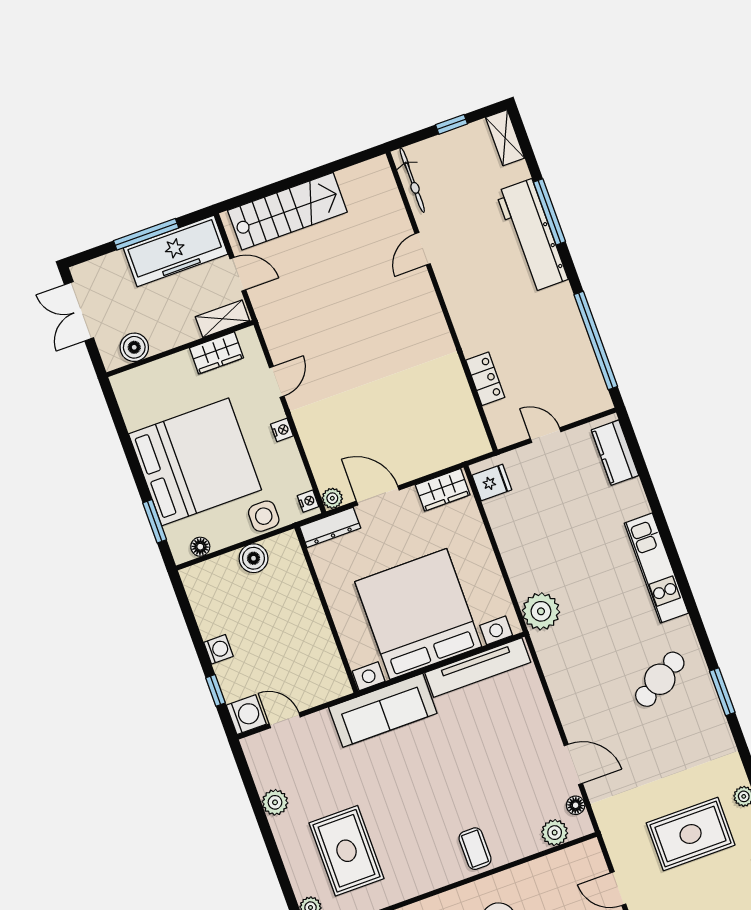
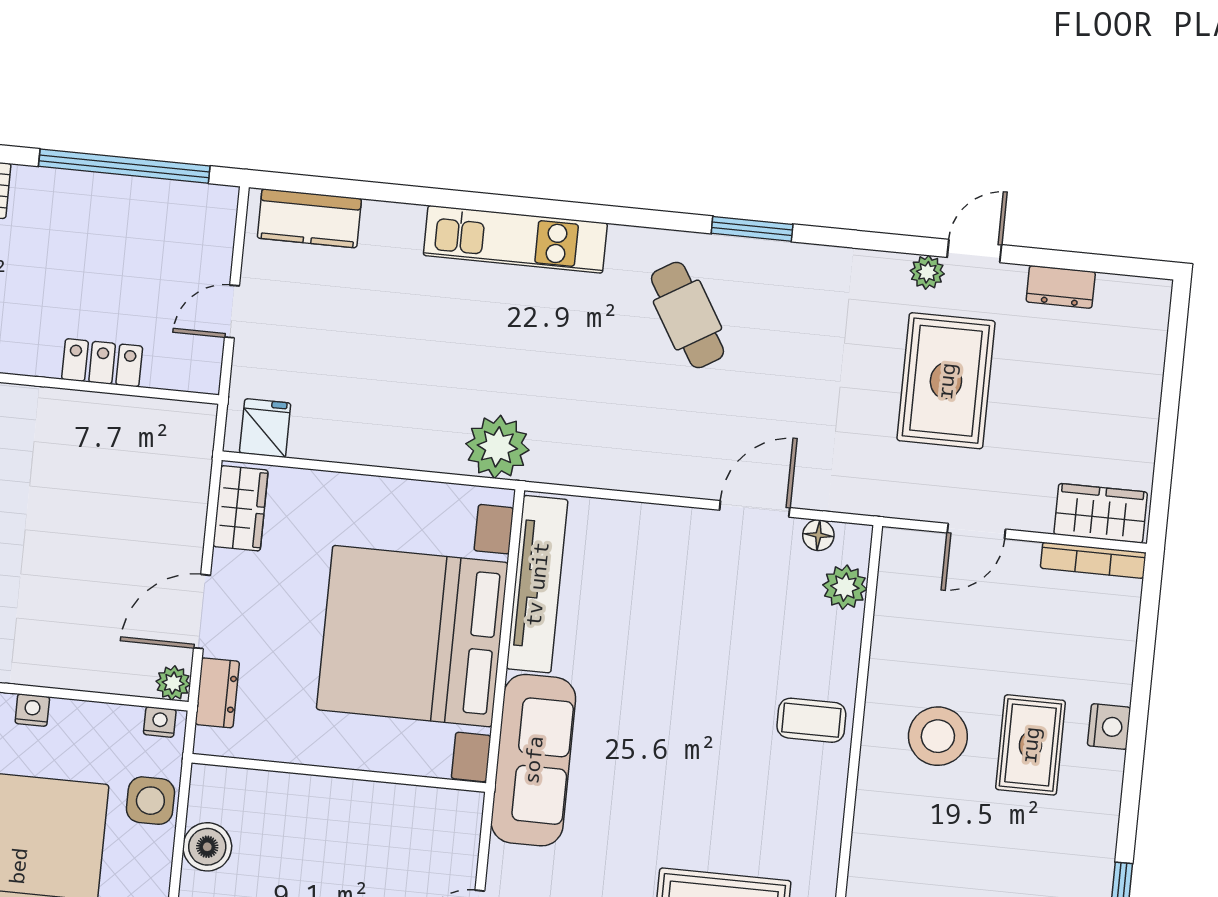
dresser: (330, 527) -> (217, 693), width x0.70

